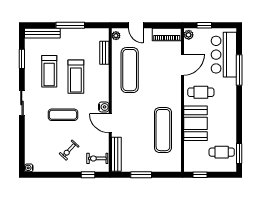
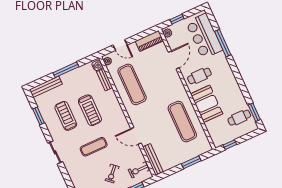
treadmill: (49, 71) -> (66, 116), turned 180
water cooler: (104, 107) -> (97, 65), moved
window: (141, 175) -> (191, 162), moved

